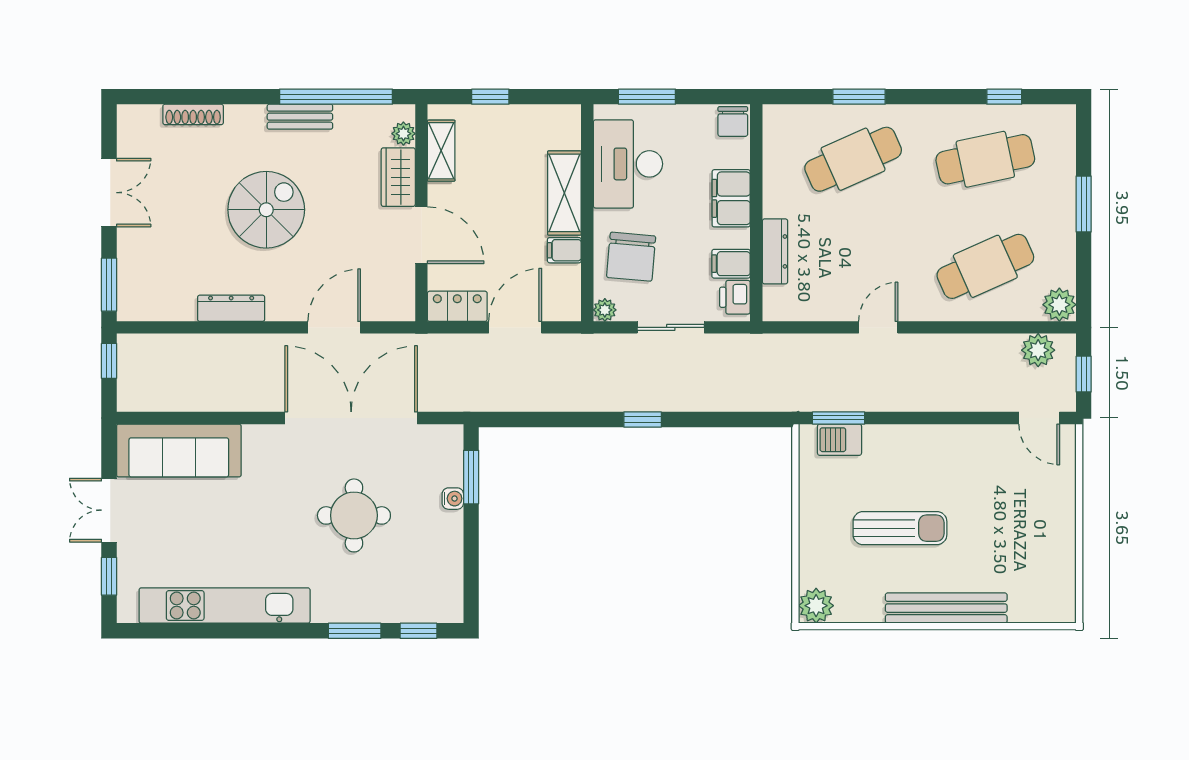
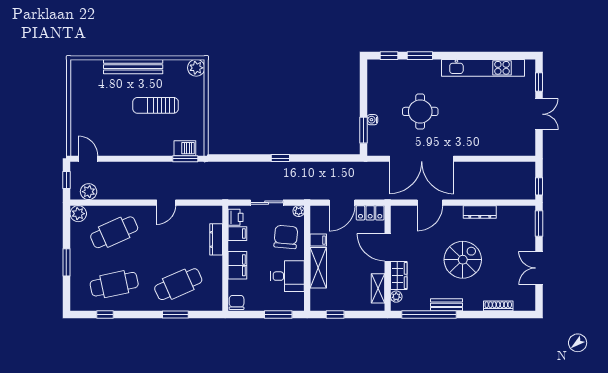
window: (490, 97) -> (335, 315), moved
desk: (628, 164) -> (287, 276), width x0.73
spiral stairs: (266, 210) -> (463, 260), turned 180
sofa: (179, 450) -> (505, 143), removed

